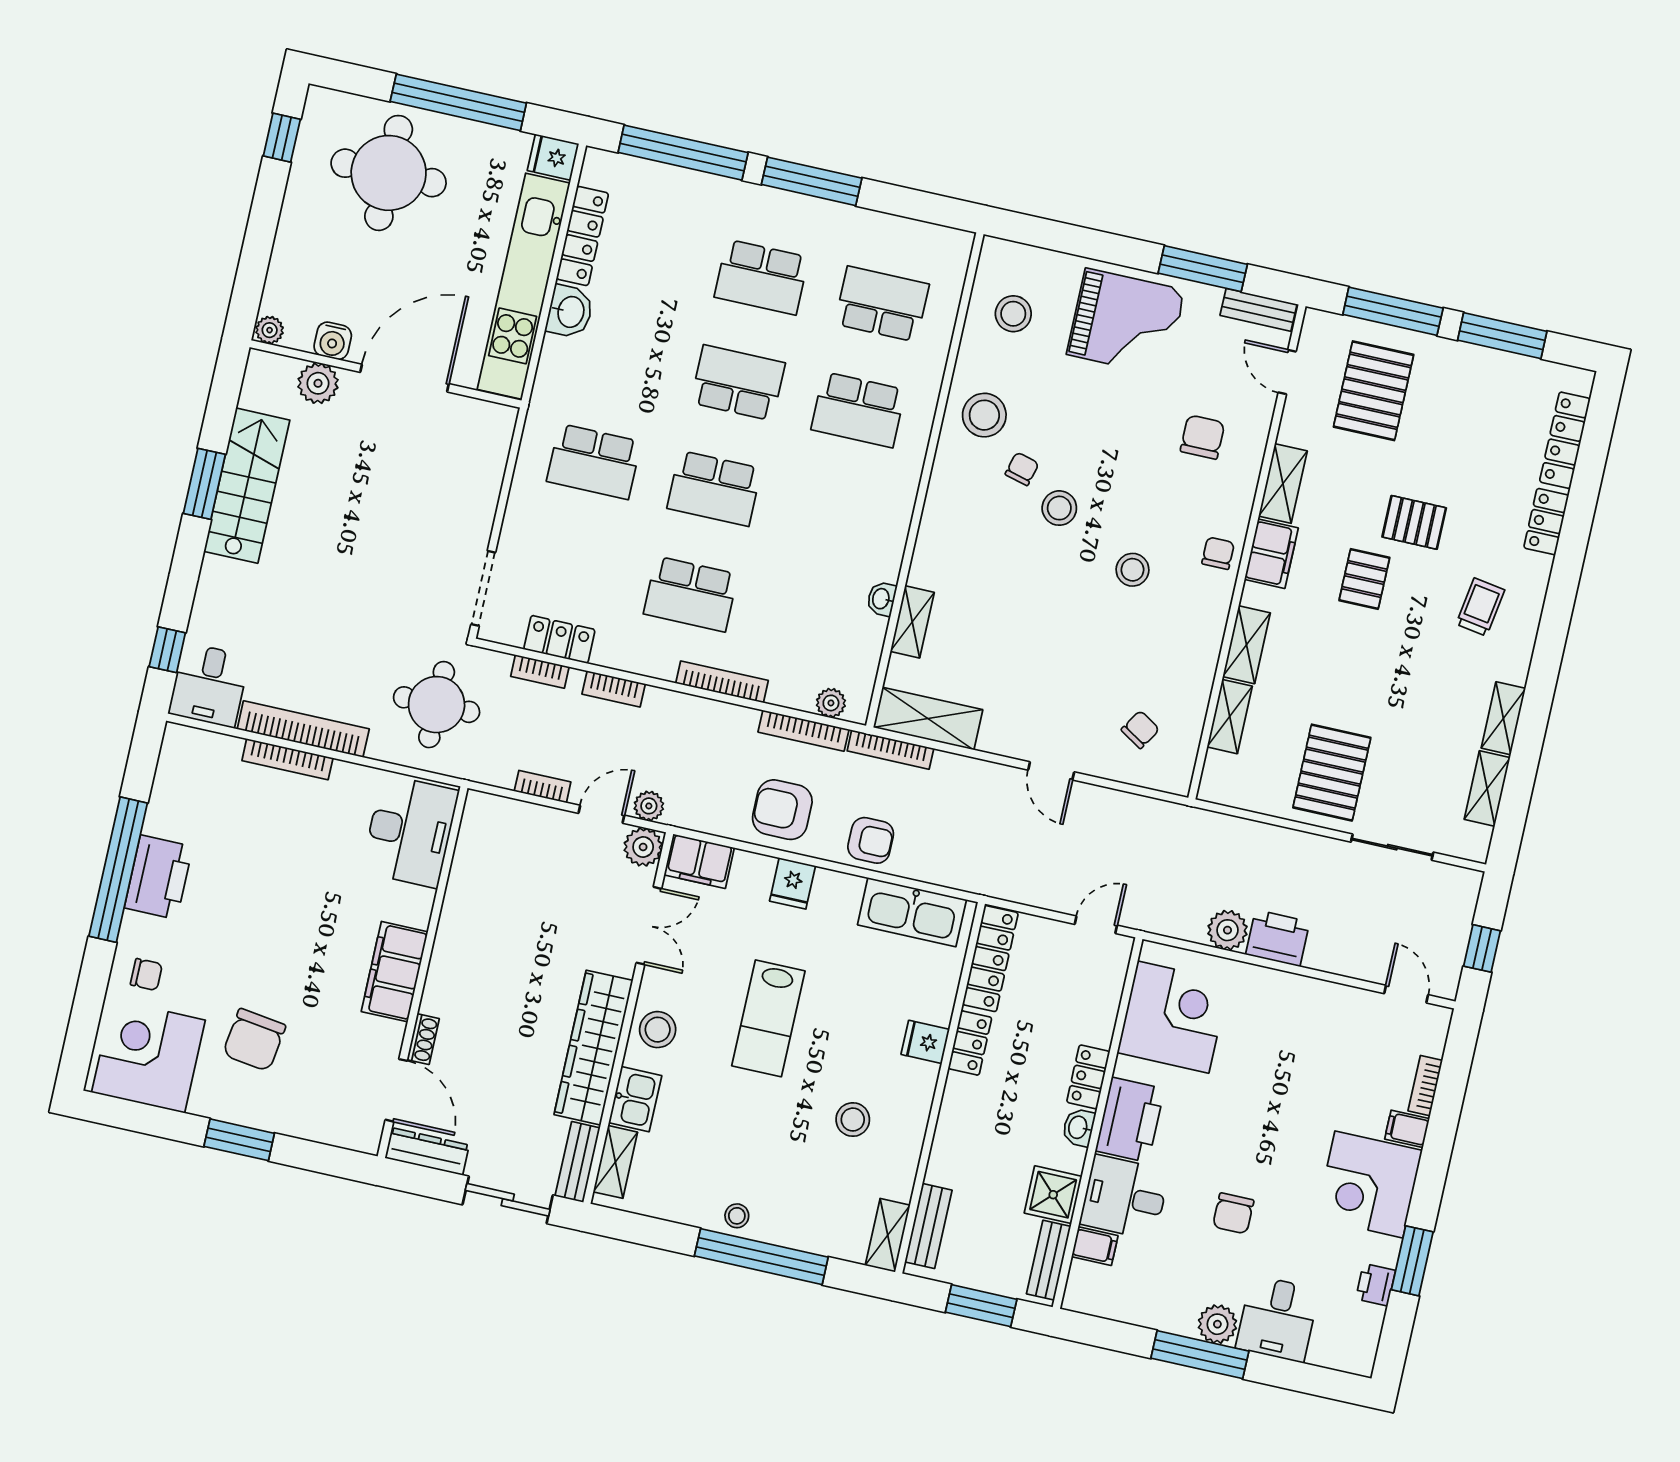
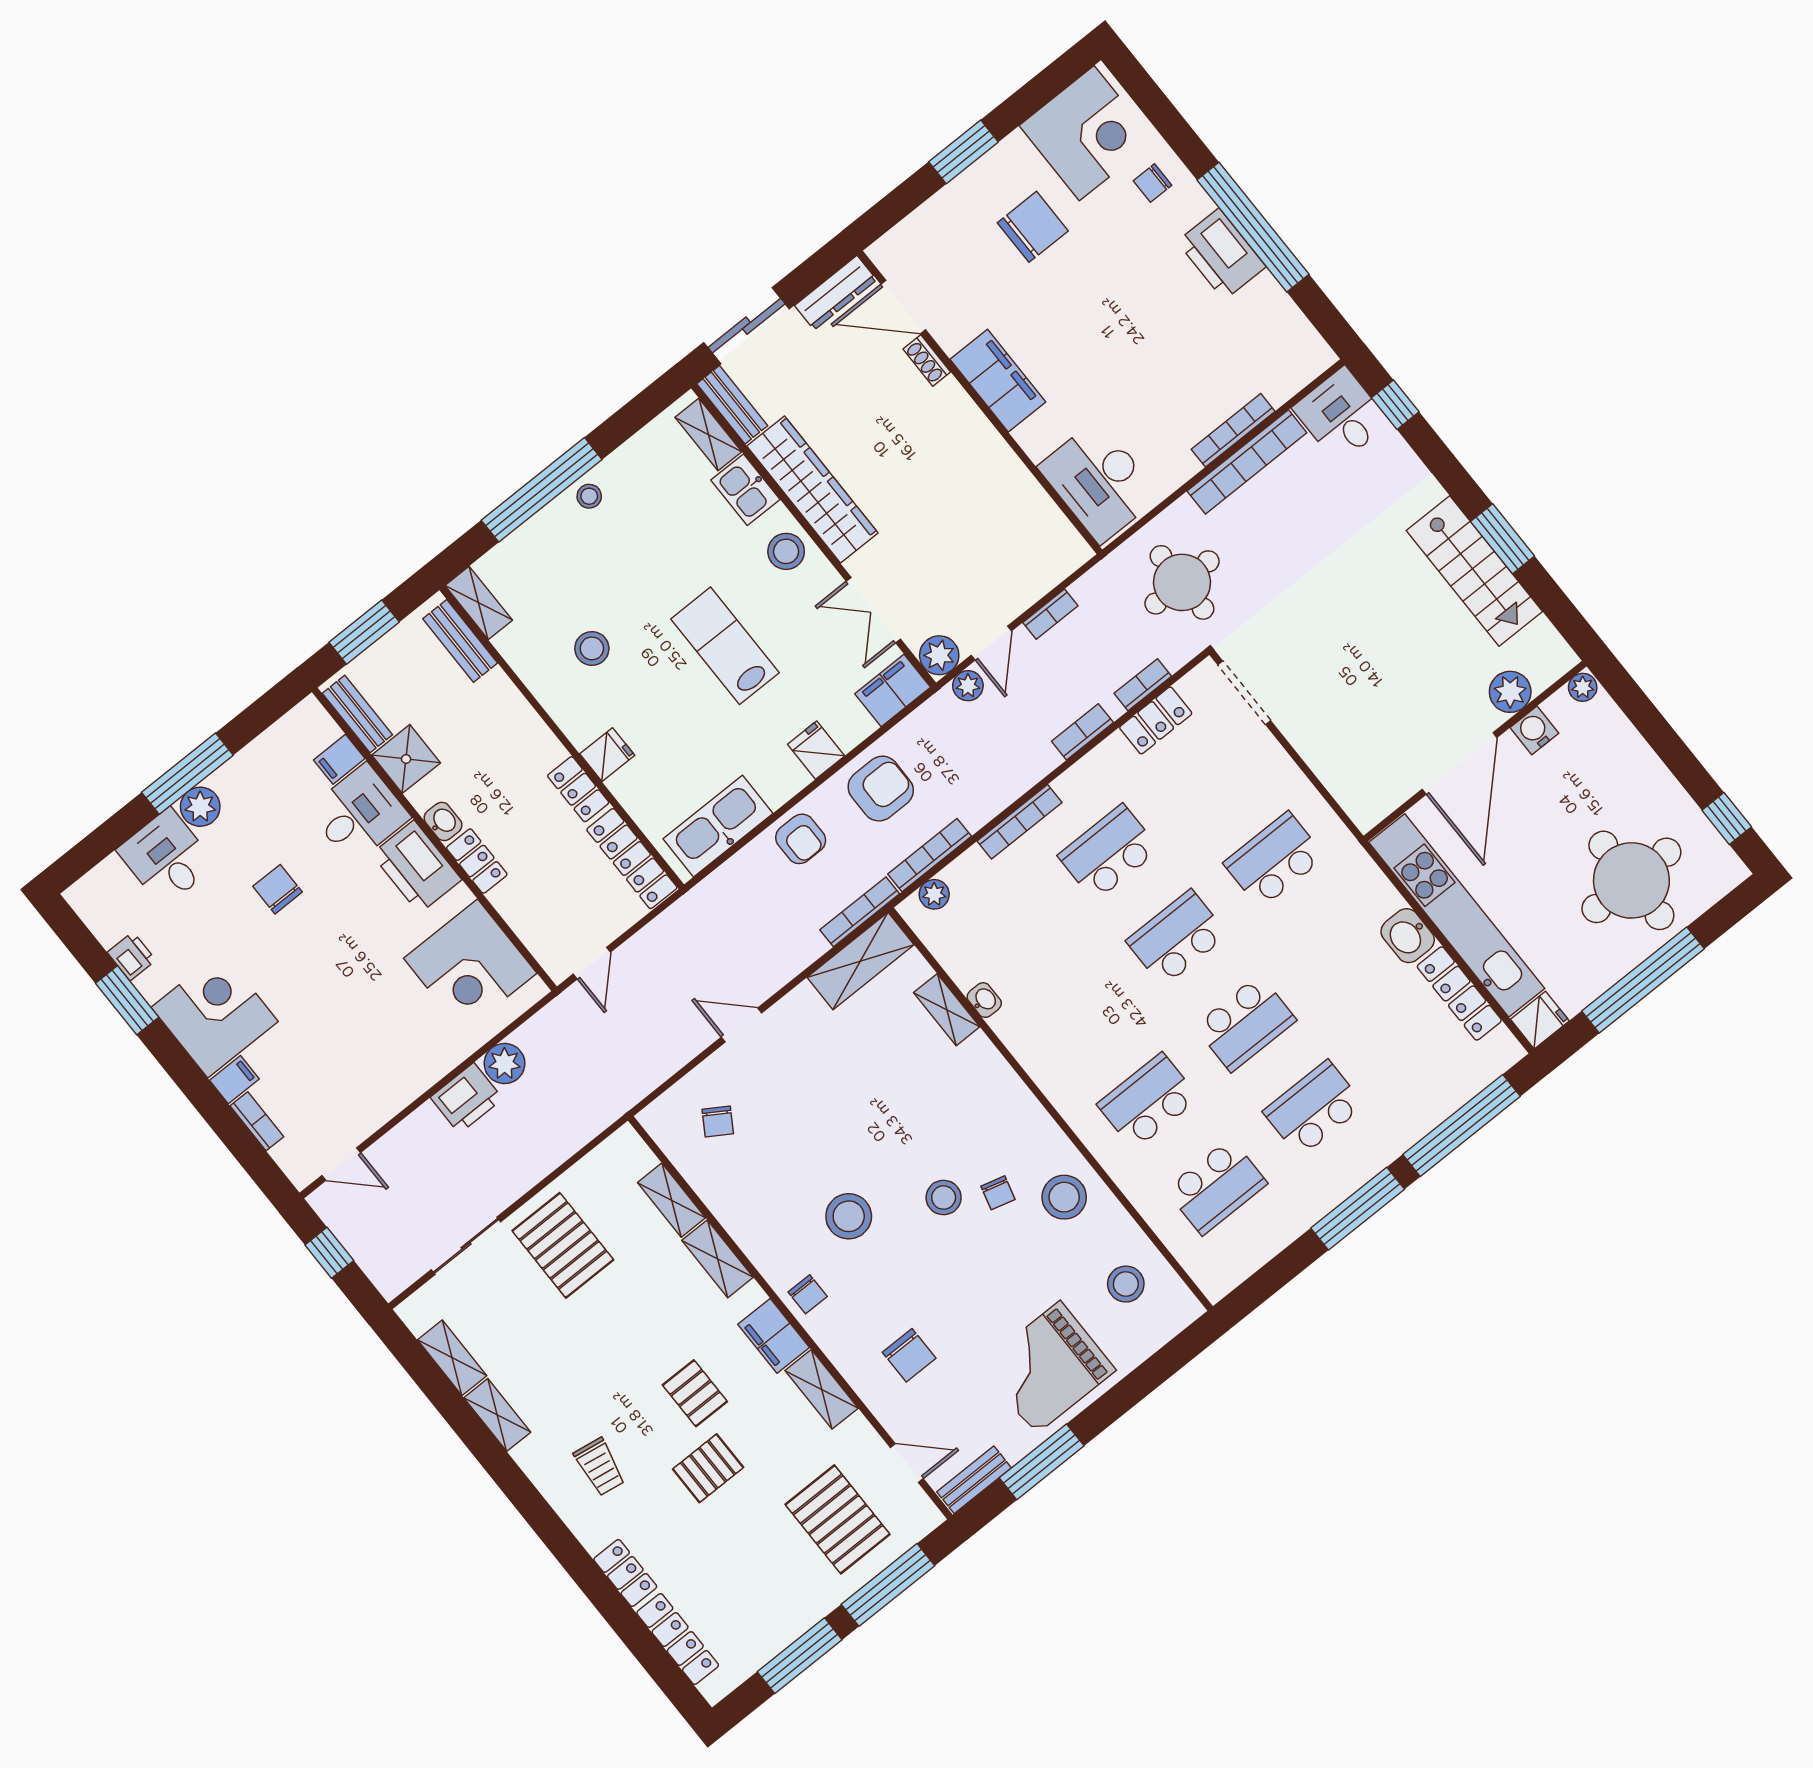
stool: (1132, 570) -> (849, 1216), width x1.38, depth x1.38
armchair: (871, 840) -> (801, 839), turned -90
chair: (254, 1040) -> (1033, 227), turned 82

